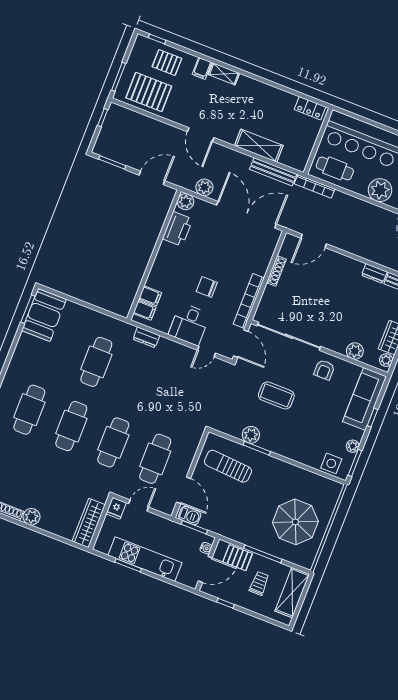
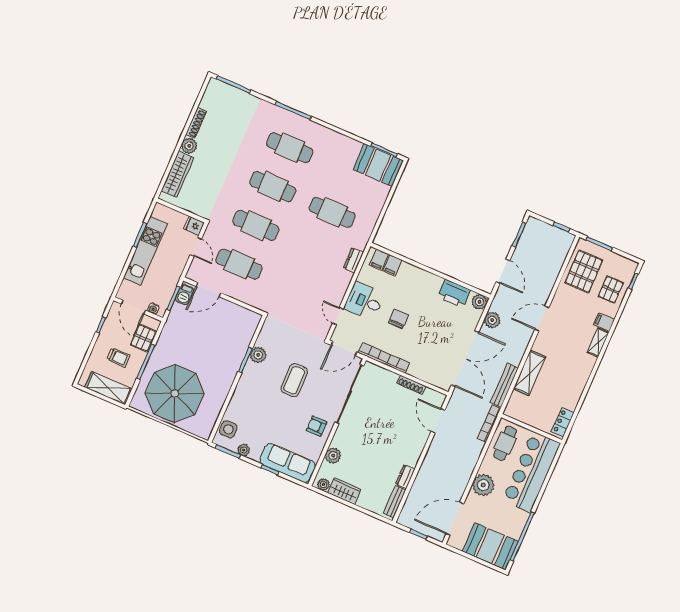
sun lounger: (228, 466) -> (229, 332), removed
parasol: (295, 522) -> (175, 393), width x1.36, depth x1.36
wardrobe: (89, 523) -> (177, 174), moved, turned 90

